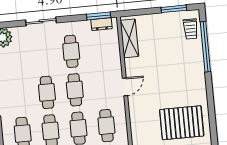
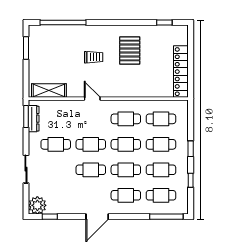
dresser: (101, 24) -> (34, 119), width x1.44
trolley: (191, 29) -> (94, 57), moved
pallet: (182, 123) -> (130, 50), width x0.73, depth x0.71

